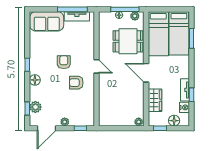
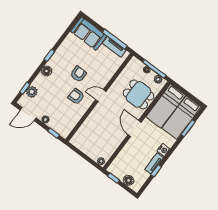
door: (96, 66) -> (101, 96), swing flipped
wardrobe: (155, 100) -> (126, 154), removed
nightstand: (184, 107) -> (164, 150), moved

